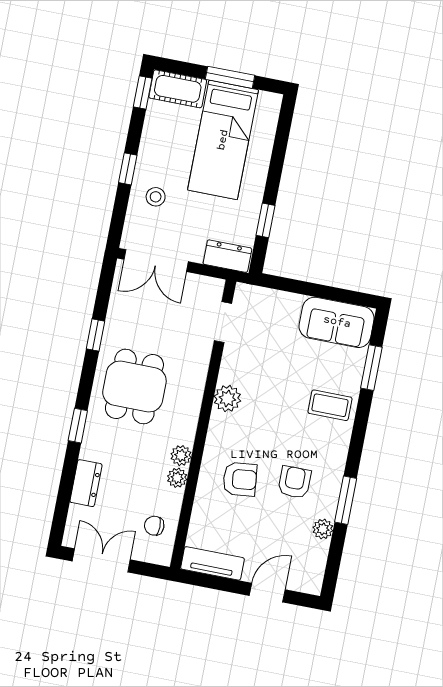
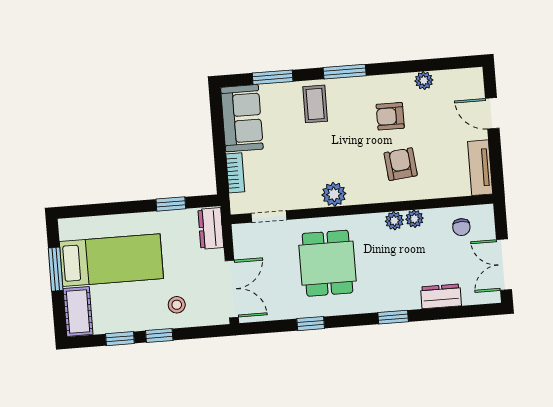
window: (143, 92) -> (120, 339), moved
bookcase: (280, 299) -> (235, 173), added
dining table: (134, 387) -> (327, 263), moved, turned 90
window: (346, 500) -> (345, 72), moved

